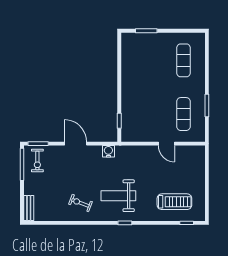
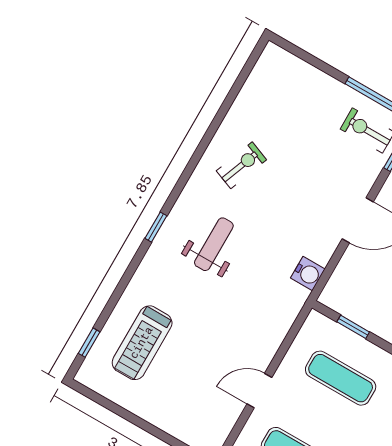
exercise mat: (143, 114) -> (341, 378), added
weight bench: (118, 196) -> (214, 244), width x0.73, depth x0.75
bench: (29, 208) -> (288, 63), removed

